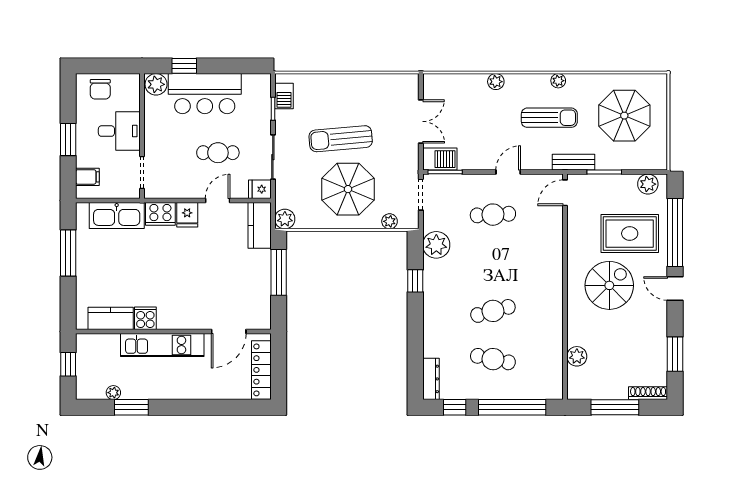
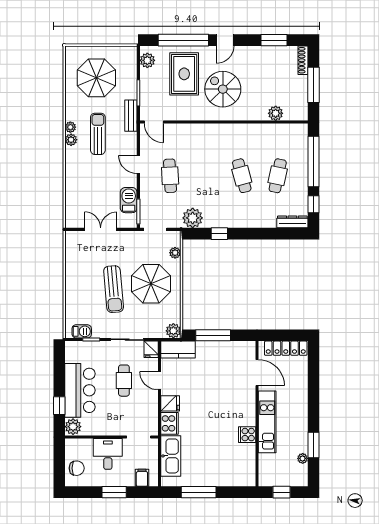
plant: (496, 82) -> (71, 140), moved
barbecue: (440, 159) -> (129, 200), moved
kitchen counter: (111, 318) -> (247, 460), removed

